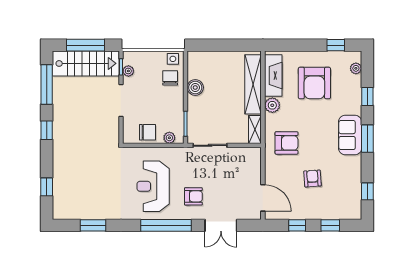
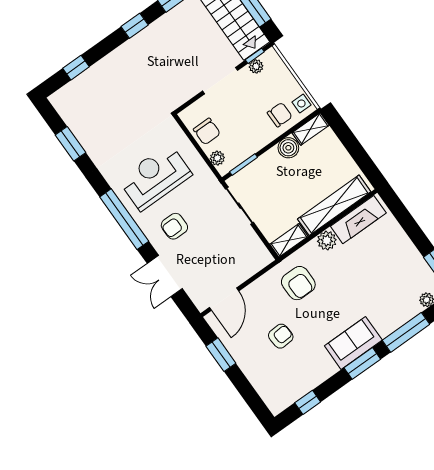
shelving: (193, 65) -> (311, 129), added
armchair: (314, 83) -> (381, 268), removed
window: (367, 96) -> (406, 332), width x2.17
armchair: (193, 196) -> (174, 226), turned 90
window: (297, 225) -> (221, 355), width x1.50
window: (330, 225) -> (245, 389), removed

